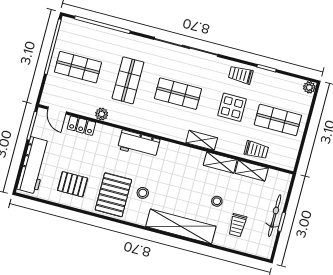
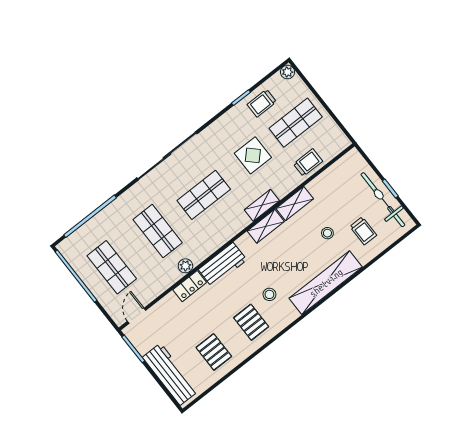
shop shelf: (78, 67) -> (112, 267), turned 90
trolley: (241, 75) -> (262, 103), moved
door: (57, 110) -> (137, 316), swing flipped
plant: (102, 114) -> (185, 266), moved
locker: (81, 126) -> (190, 286), moved
shelving: (252, 171) -> (266, 226), moved
pallet: (73, 184) -> (214, 352), turned 90
pallet: (113, 195) -> (251, 322), width x0.67, depth x0.71
bicycle: (275, 216) -> (383, 200), width x1.37, depth x1.40

